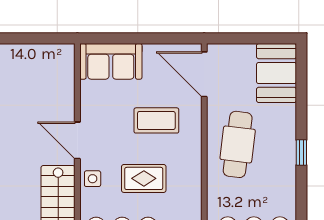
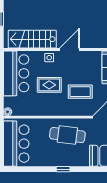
coffee table: (156, 120) -> (80, 92), turned 90
rug: (144, 178) -> (49, 85), turned 90

